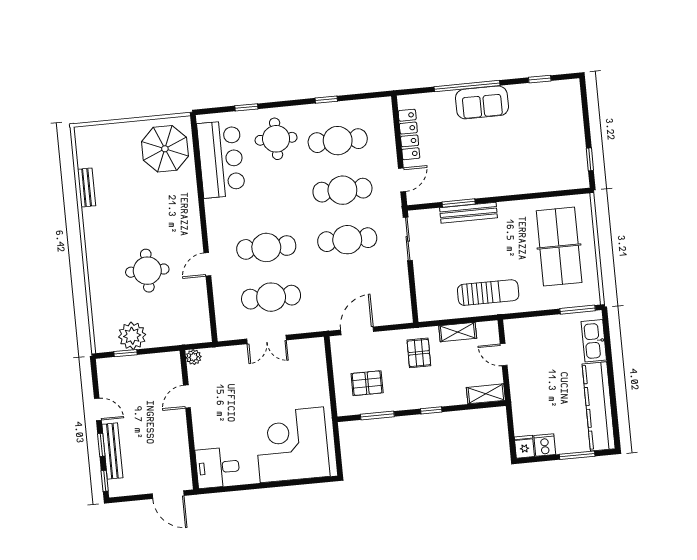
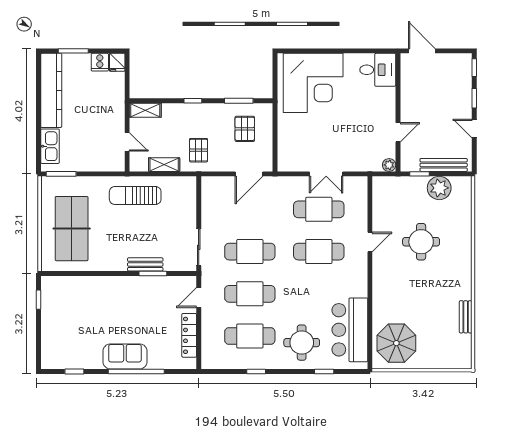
bench: (469, 213) -> (145, 264), width x0.73
double door: (267, 340) -> (326, 174), swing flipped
window: (125, 353) -> (420, 174), moved
pallet: (367, 383) -> (245, 129), turned 90
bench: (112, 451) -> (444, 165), moved, turned 90

